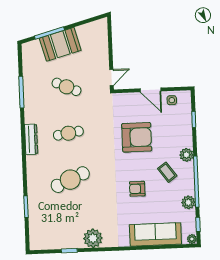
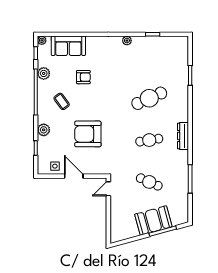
plant: (186, 155) -> (44, 130), moved
armchair: (137, 189) -> (83, 77), moved
sofa: (155, 234) -> (68, 46), width x0.73
plant: (93, 238) -> (127, 41), width x0.53, depth x0.53

